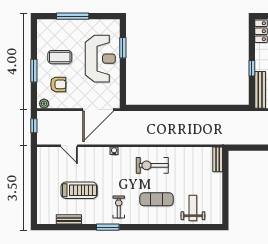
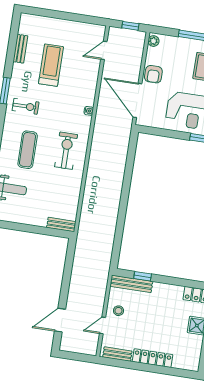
window: (252, 68) -> (143, 276), moved
armchair: (58, 84) -> (153, 74), moved
door: (69, 146) -> (104, 50), moved
treadmill: (79, 190) -> (51, 65), turned 180

